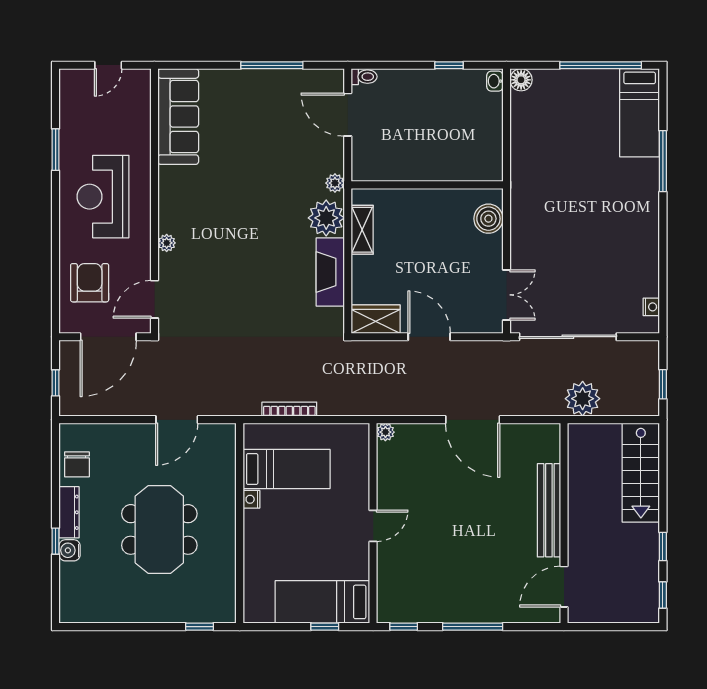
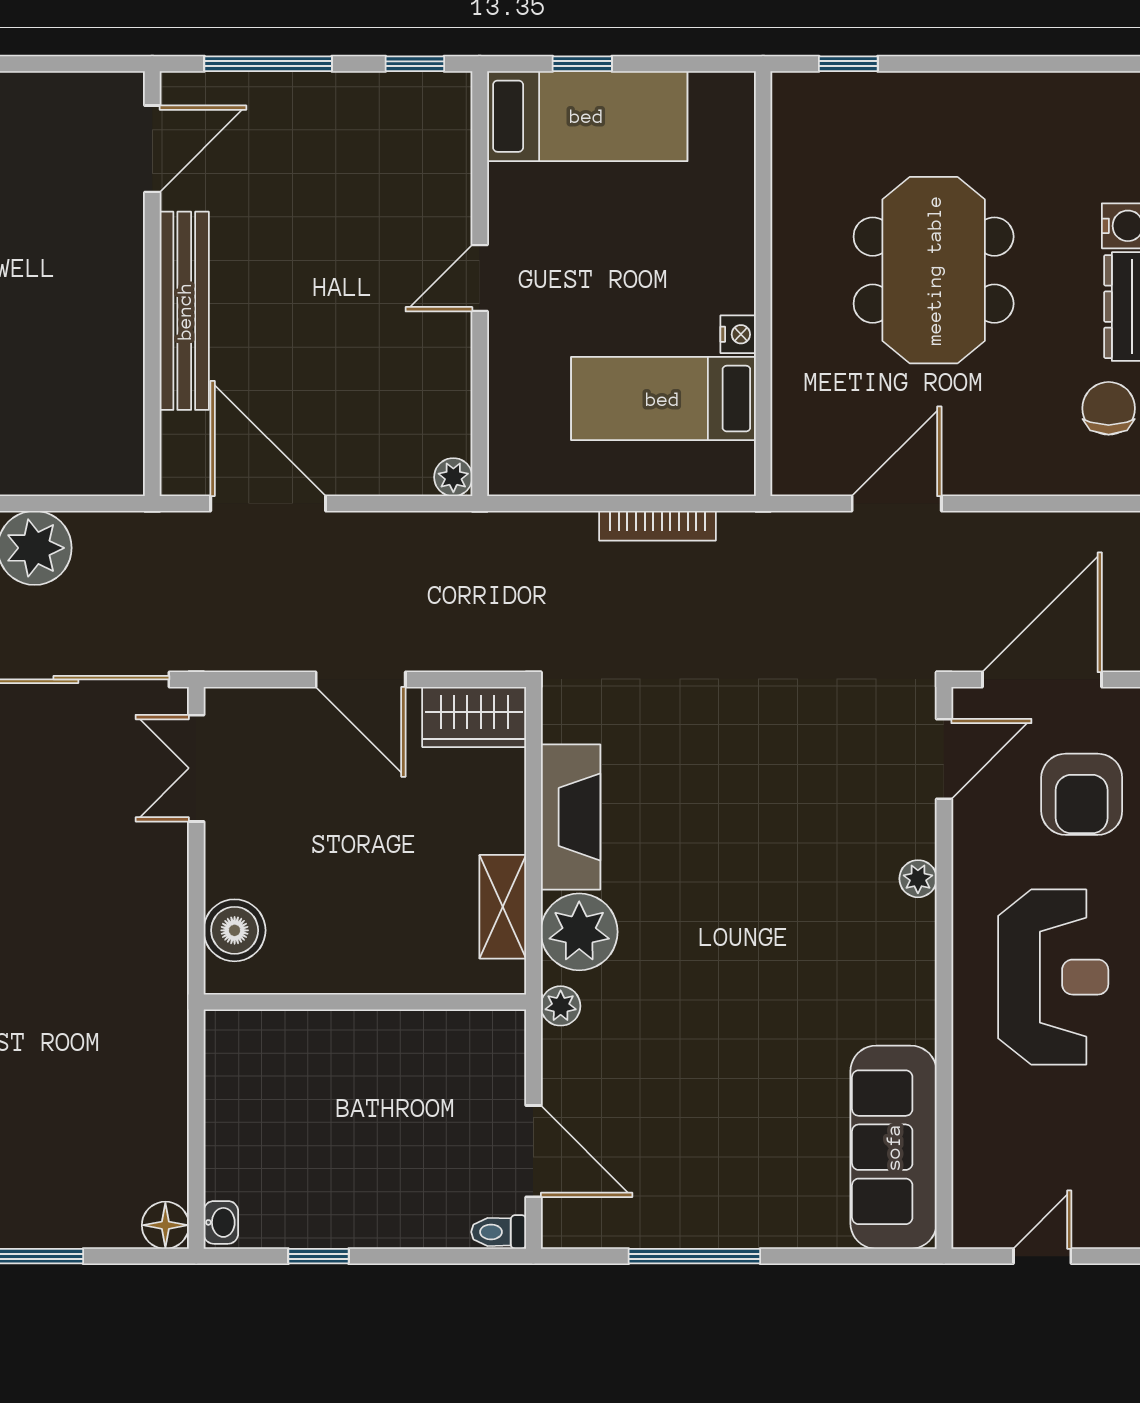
bench: (549, 510) -> (184, 311), moved
wall: (564, 523) -> (152, 284), moved
door: (564, 587) -> (152, 149), moved

